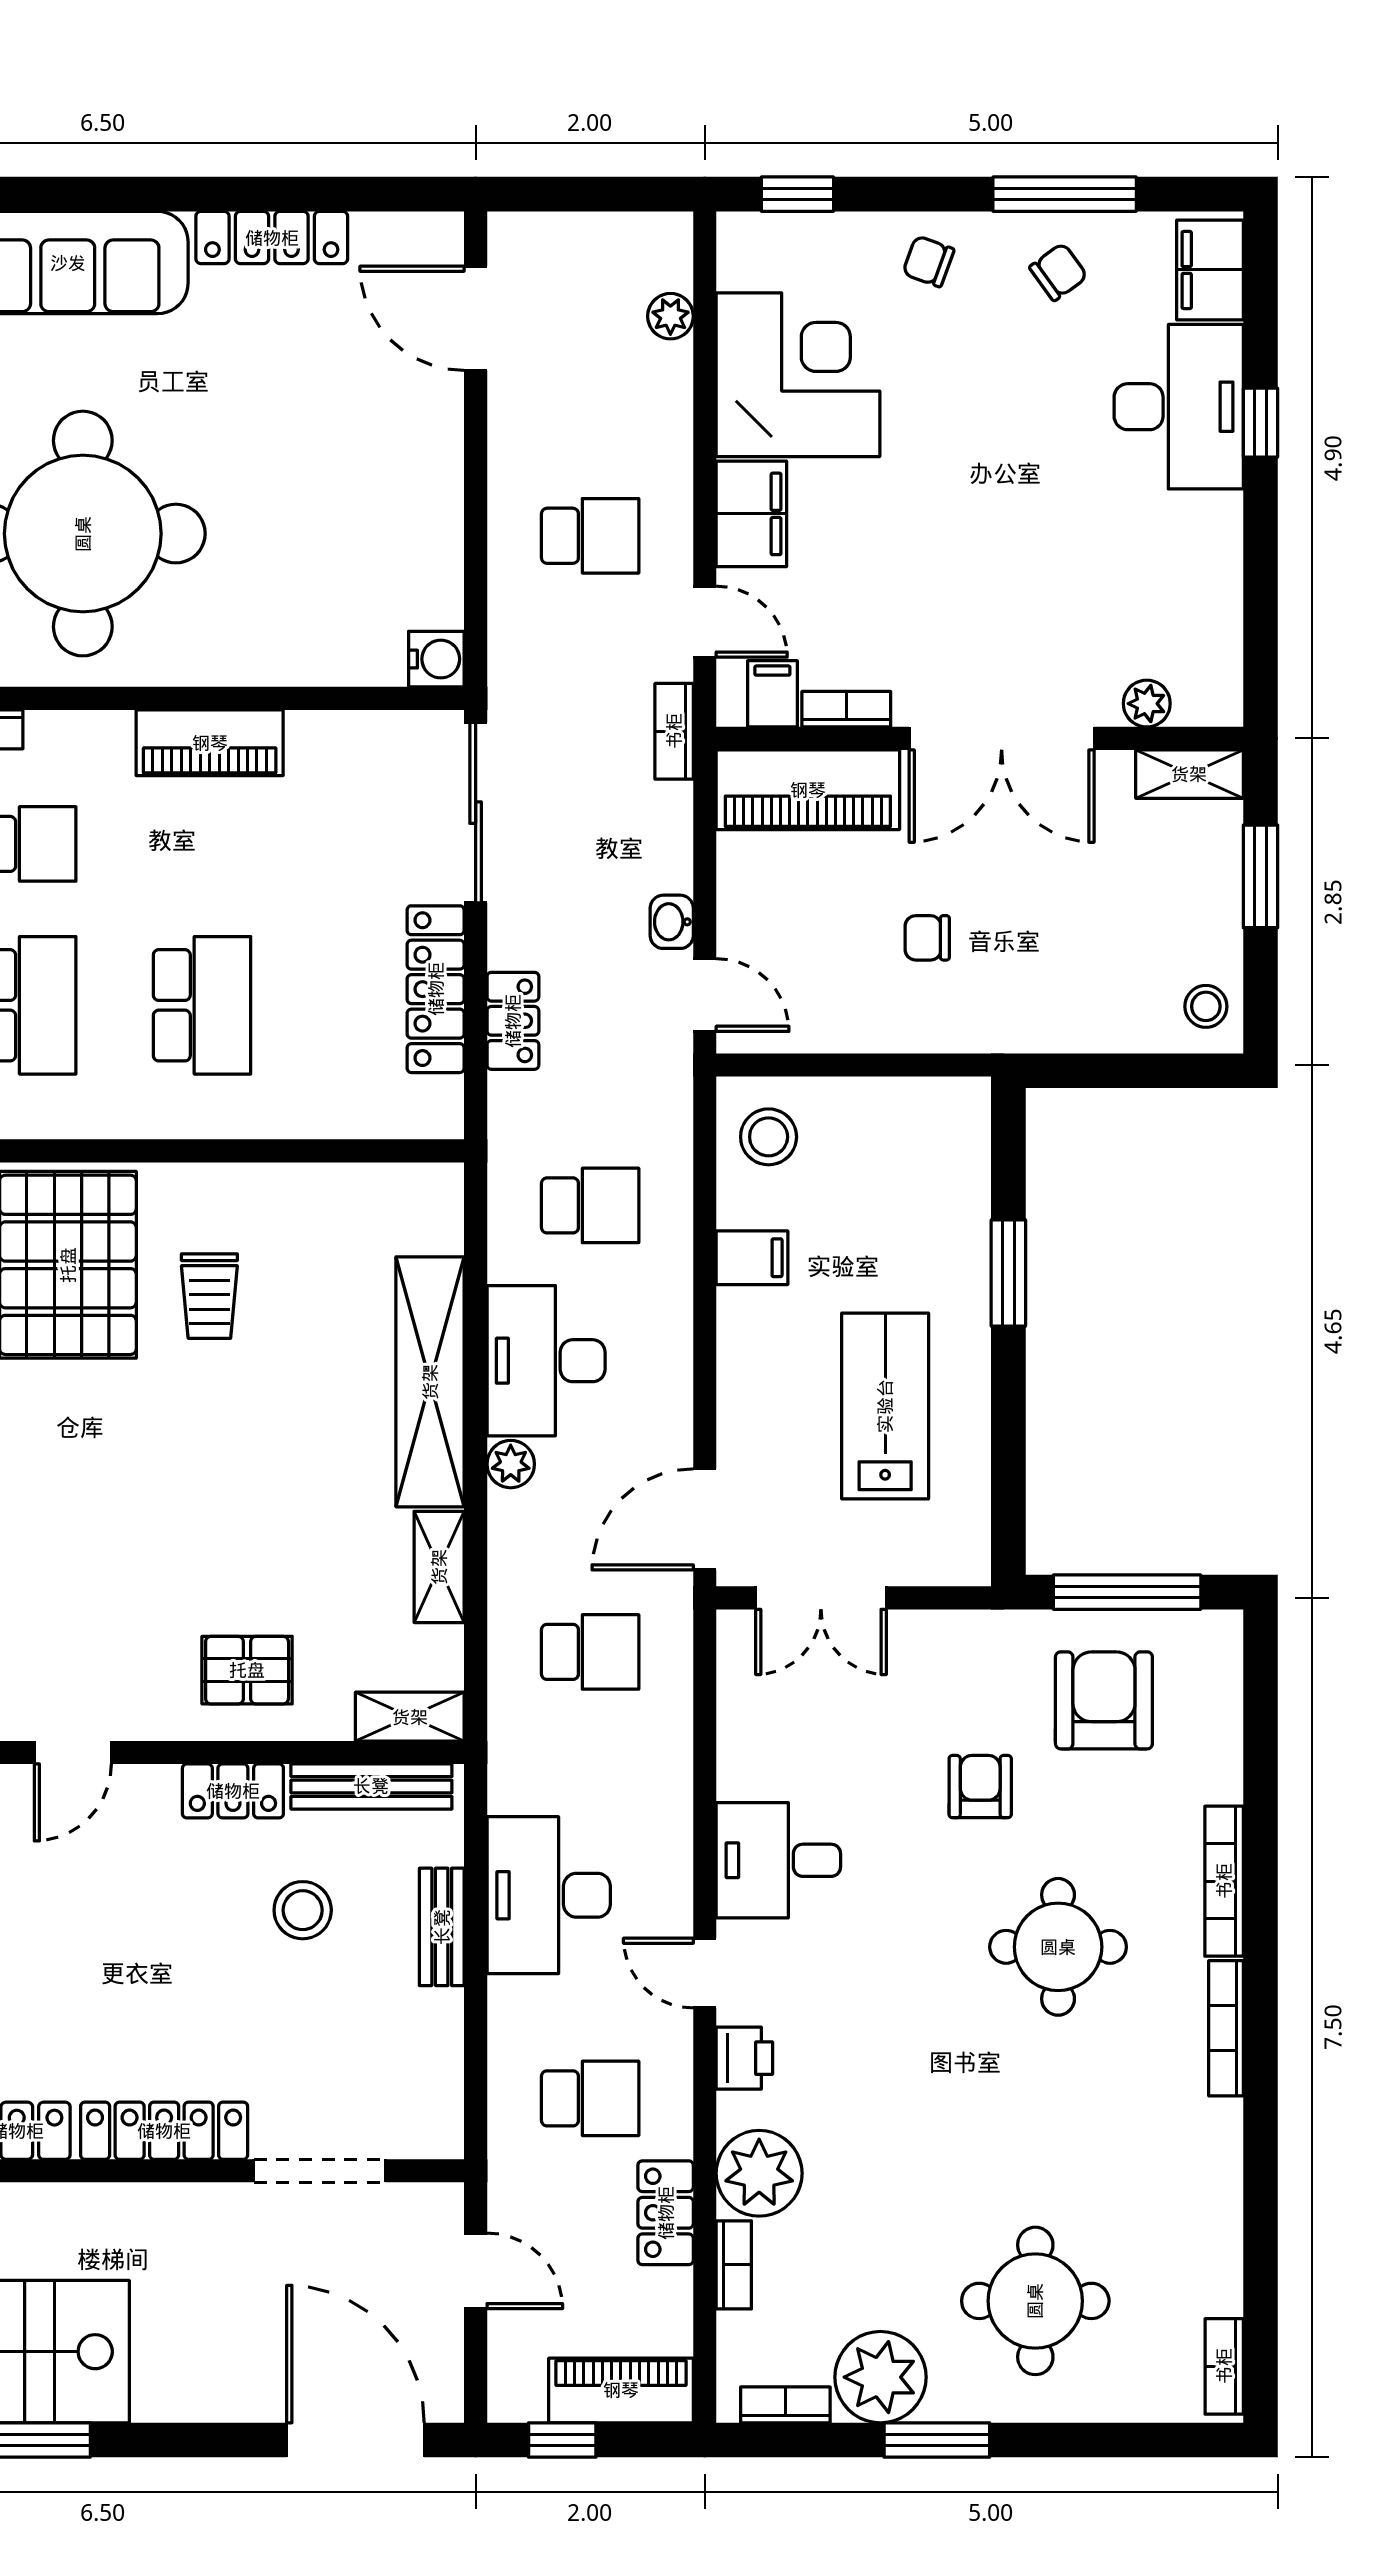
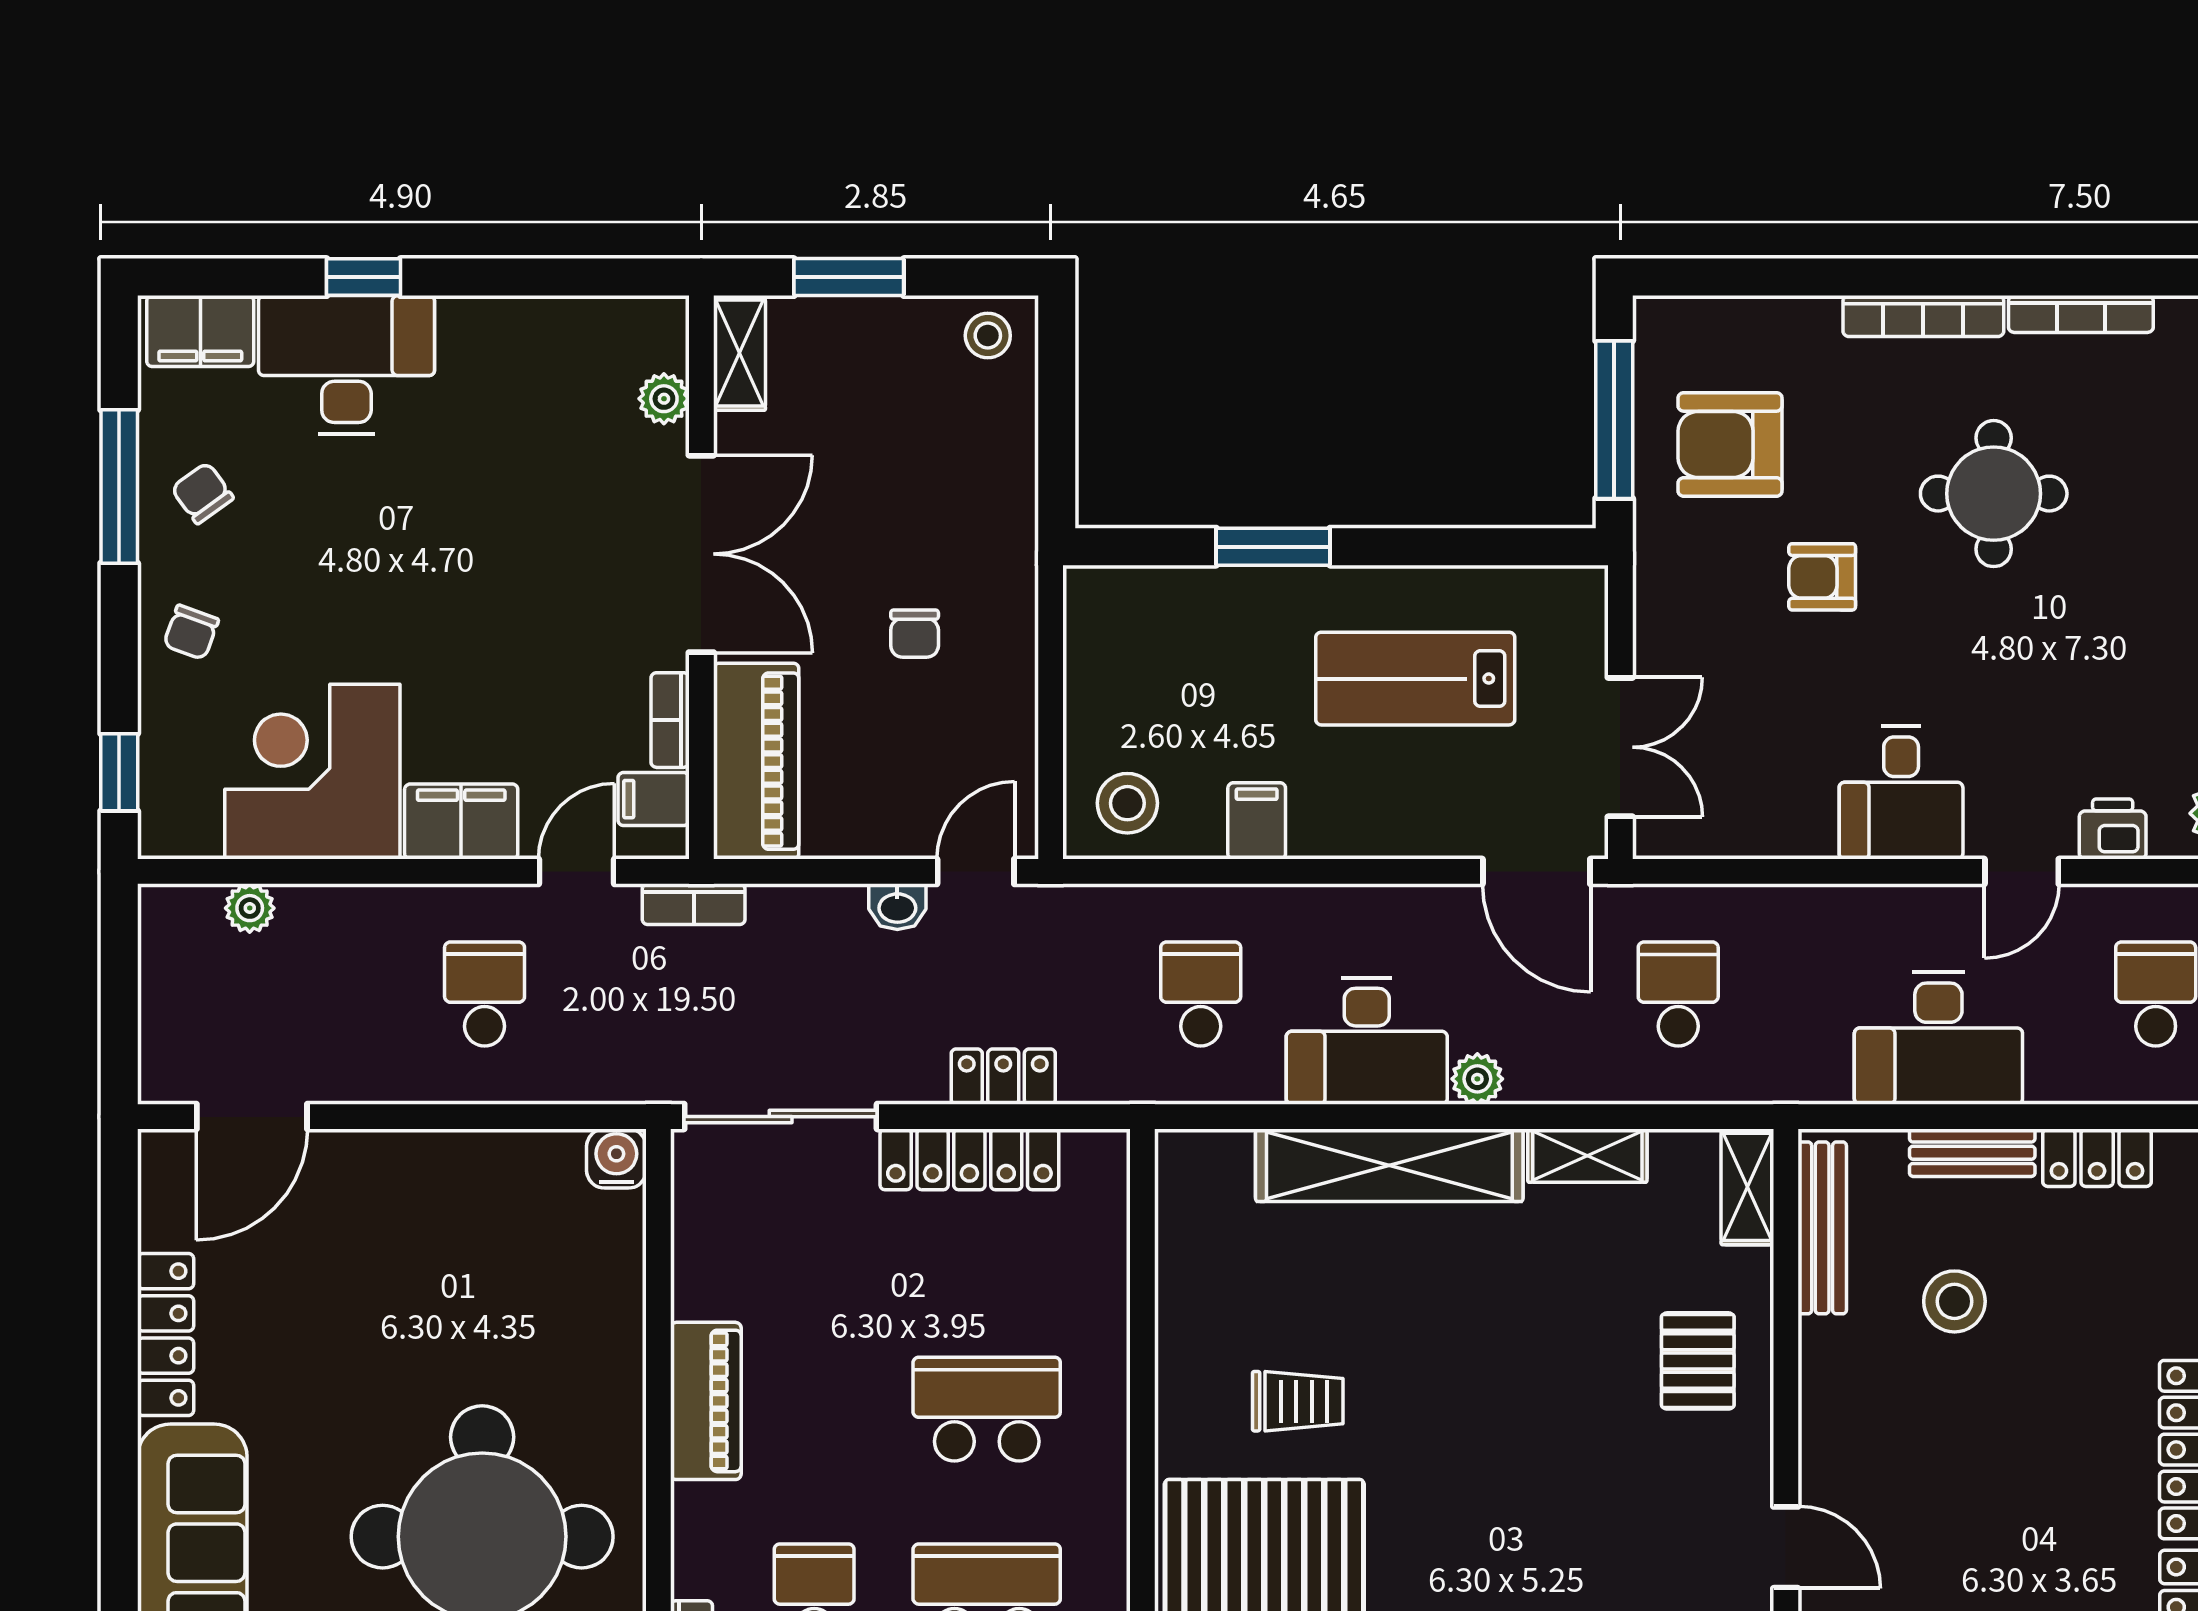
locker: (233, 1791) -> (2097, 1158), moved, turned 90

